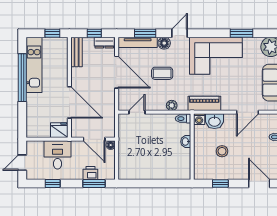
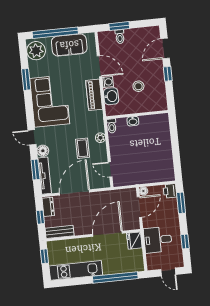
coffee table: (162, 73) -> (83, 148), moved
window: (22, 78) -> (115, 277), moved
piano: (204, 103) -> (94, 95), moved
washing machine: (199, 119) -> (108, 82), moved
printer: (90, 173) -> (170, 191), moved
window: (220, 184) -> (168, 74), moved

